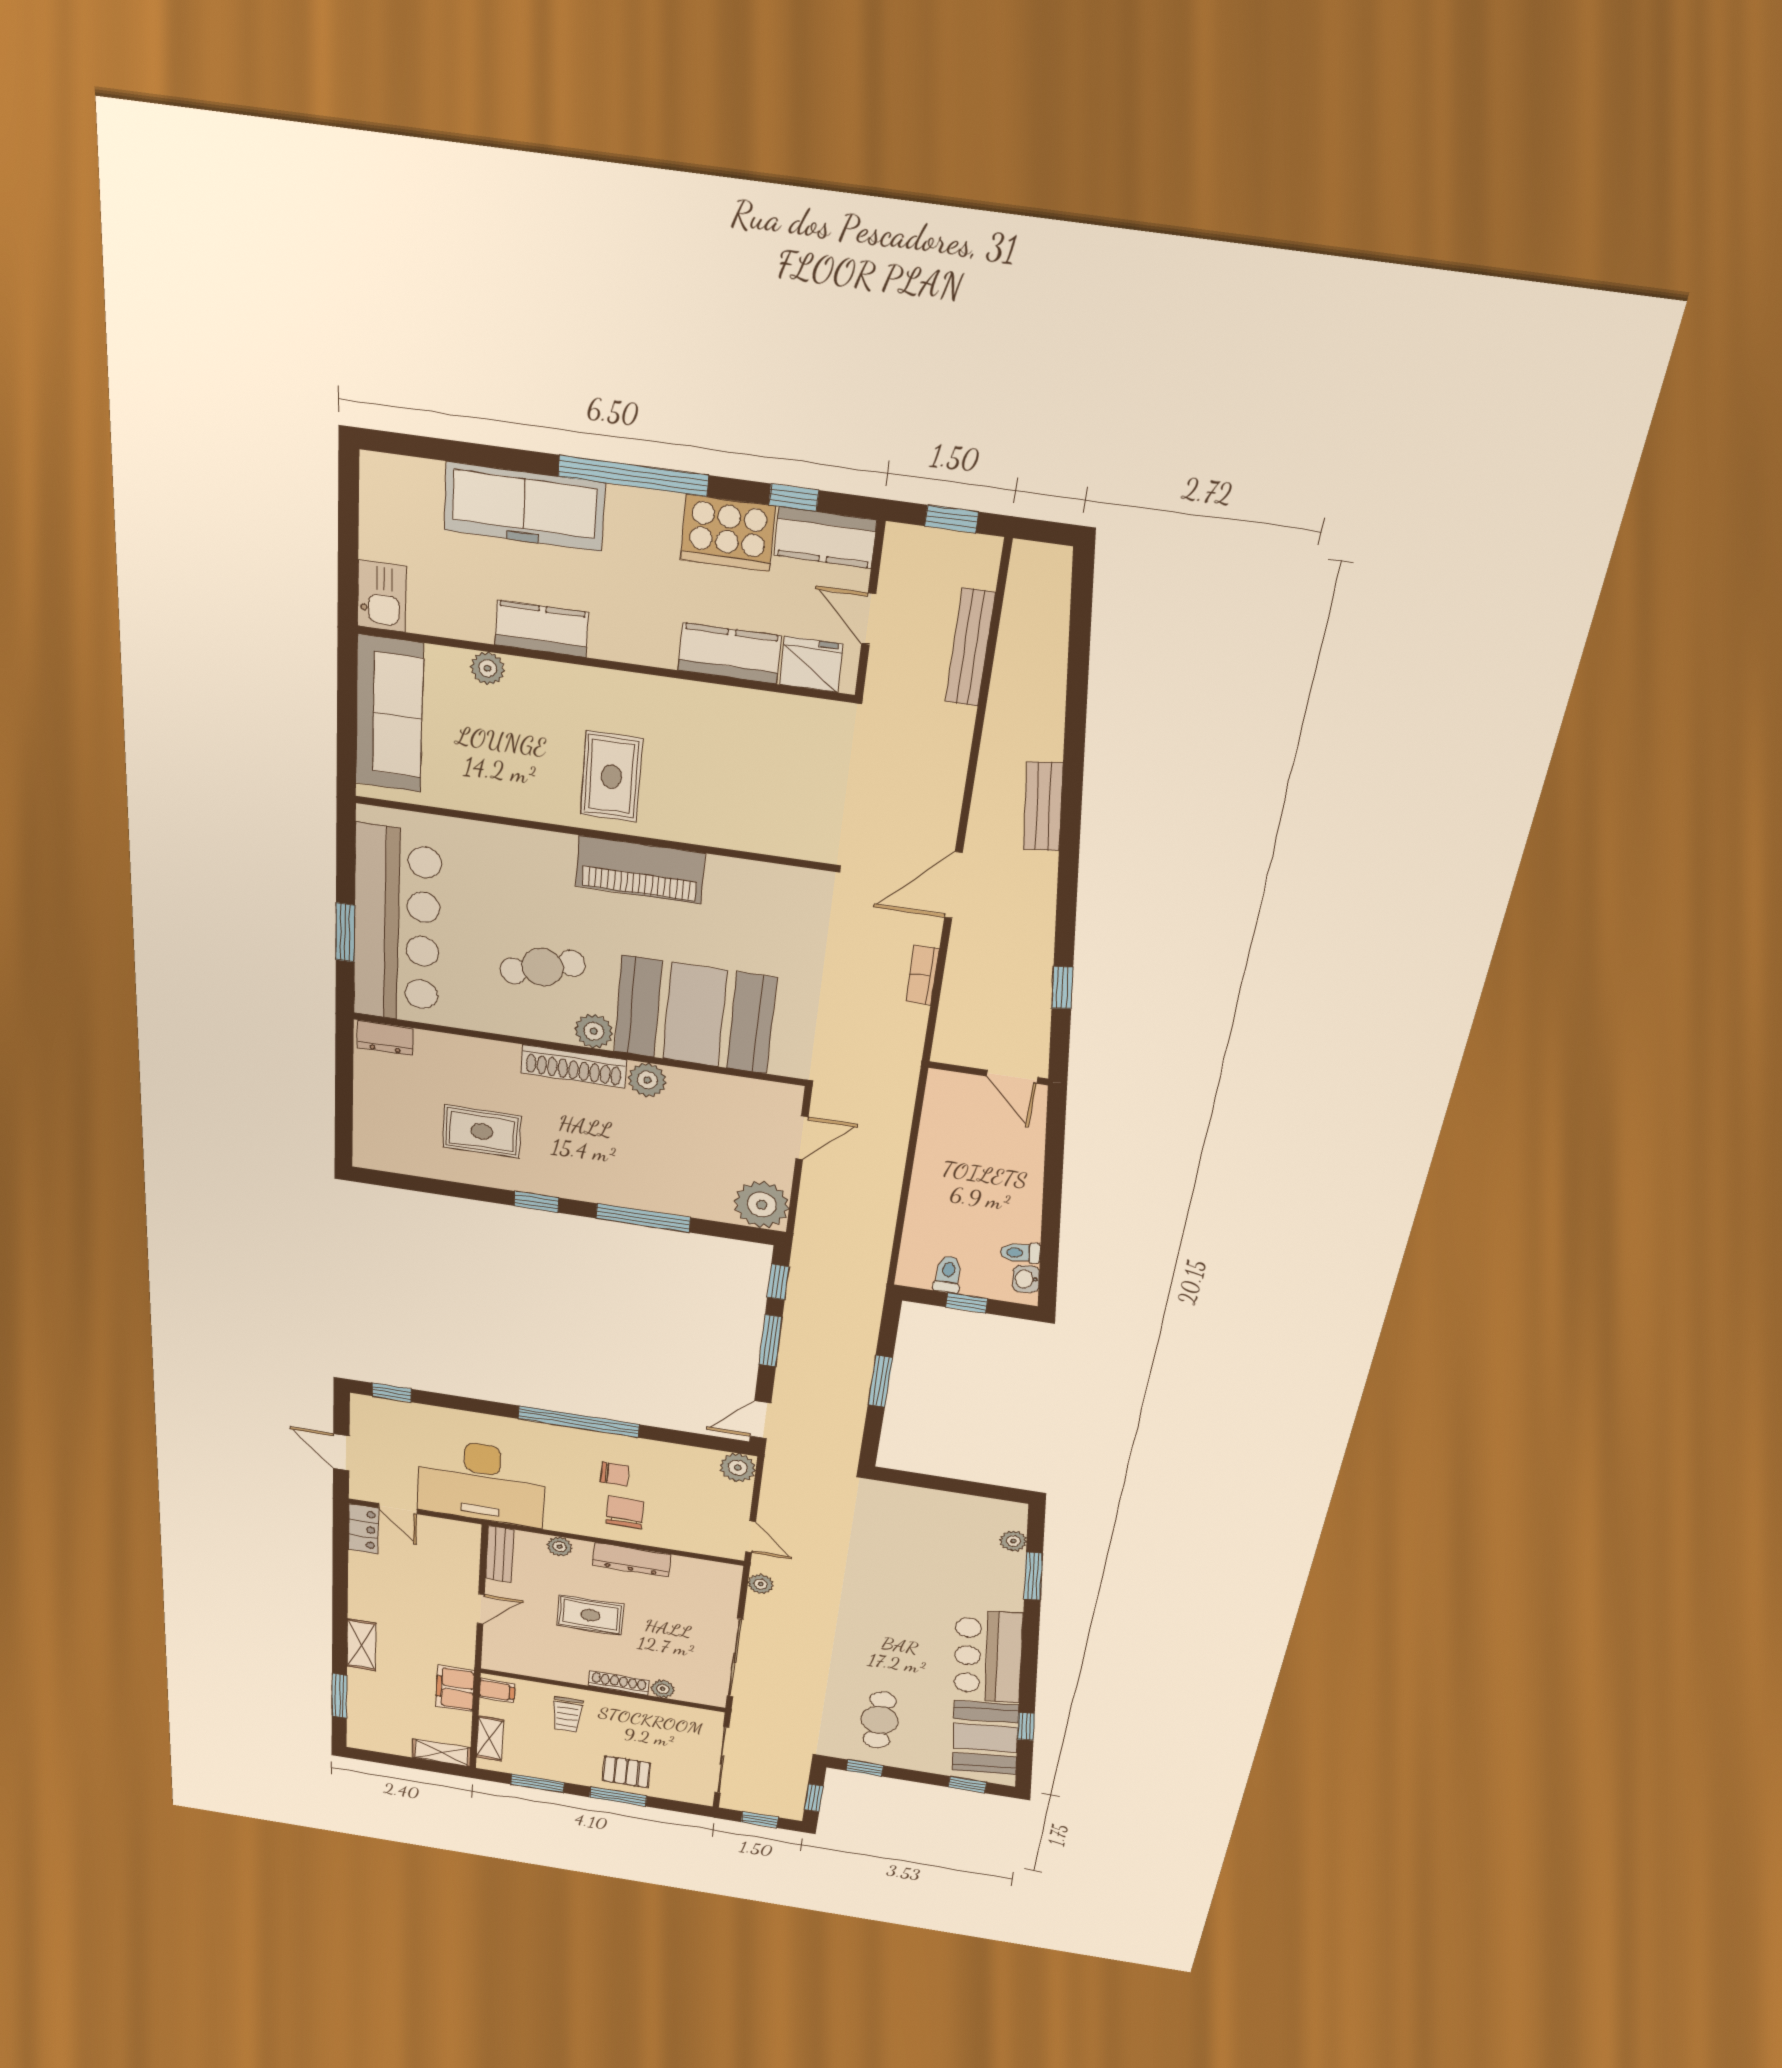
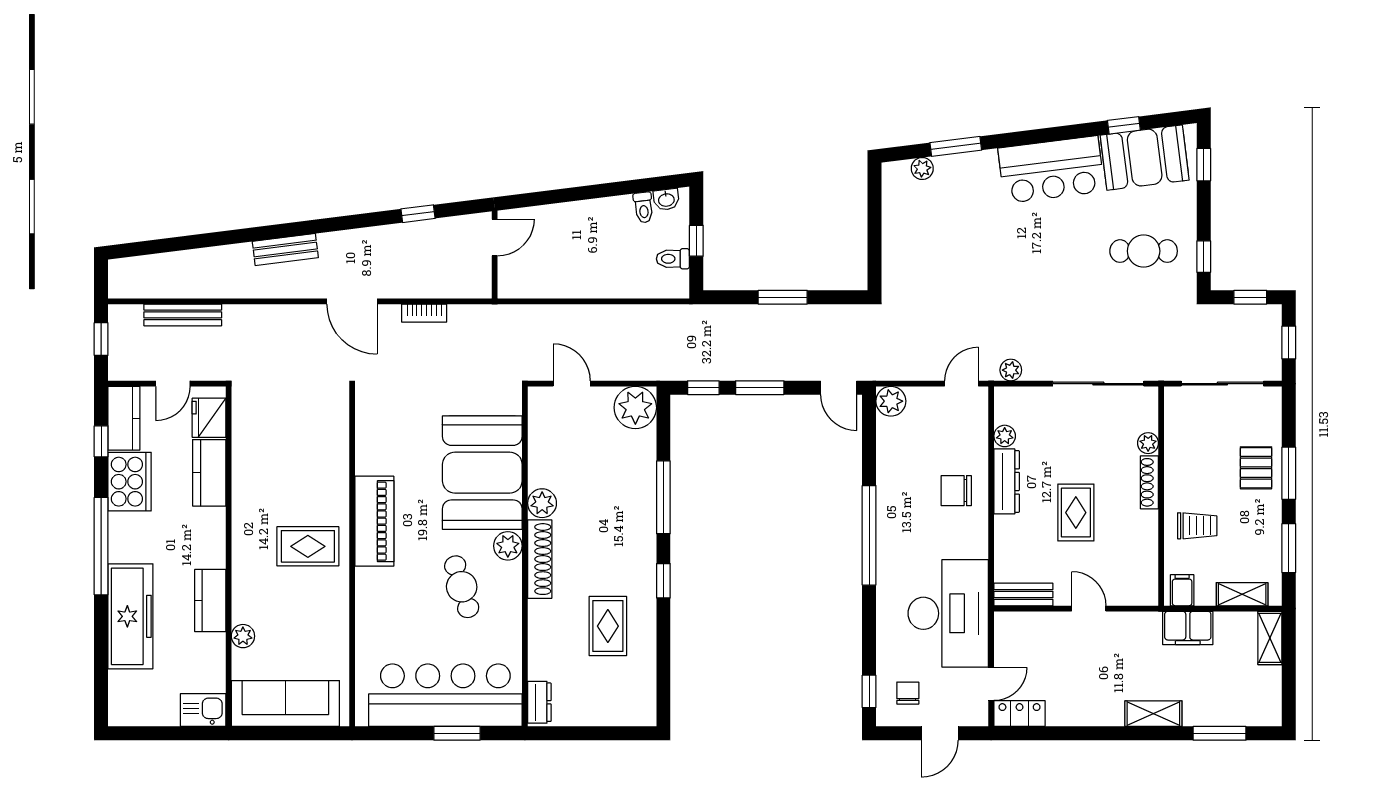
chair: (615, 1474) -> (908, 693), moved
plant: (559, 1547) -> (1005, 436), moved

